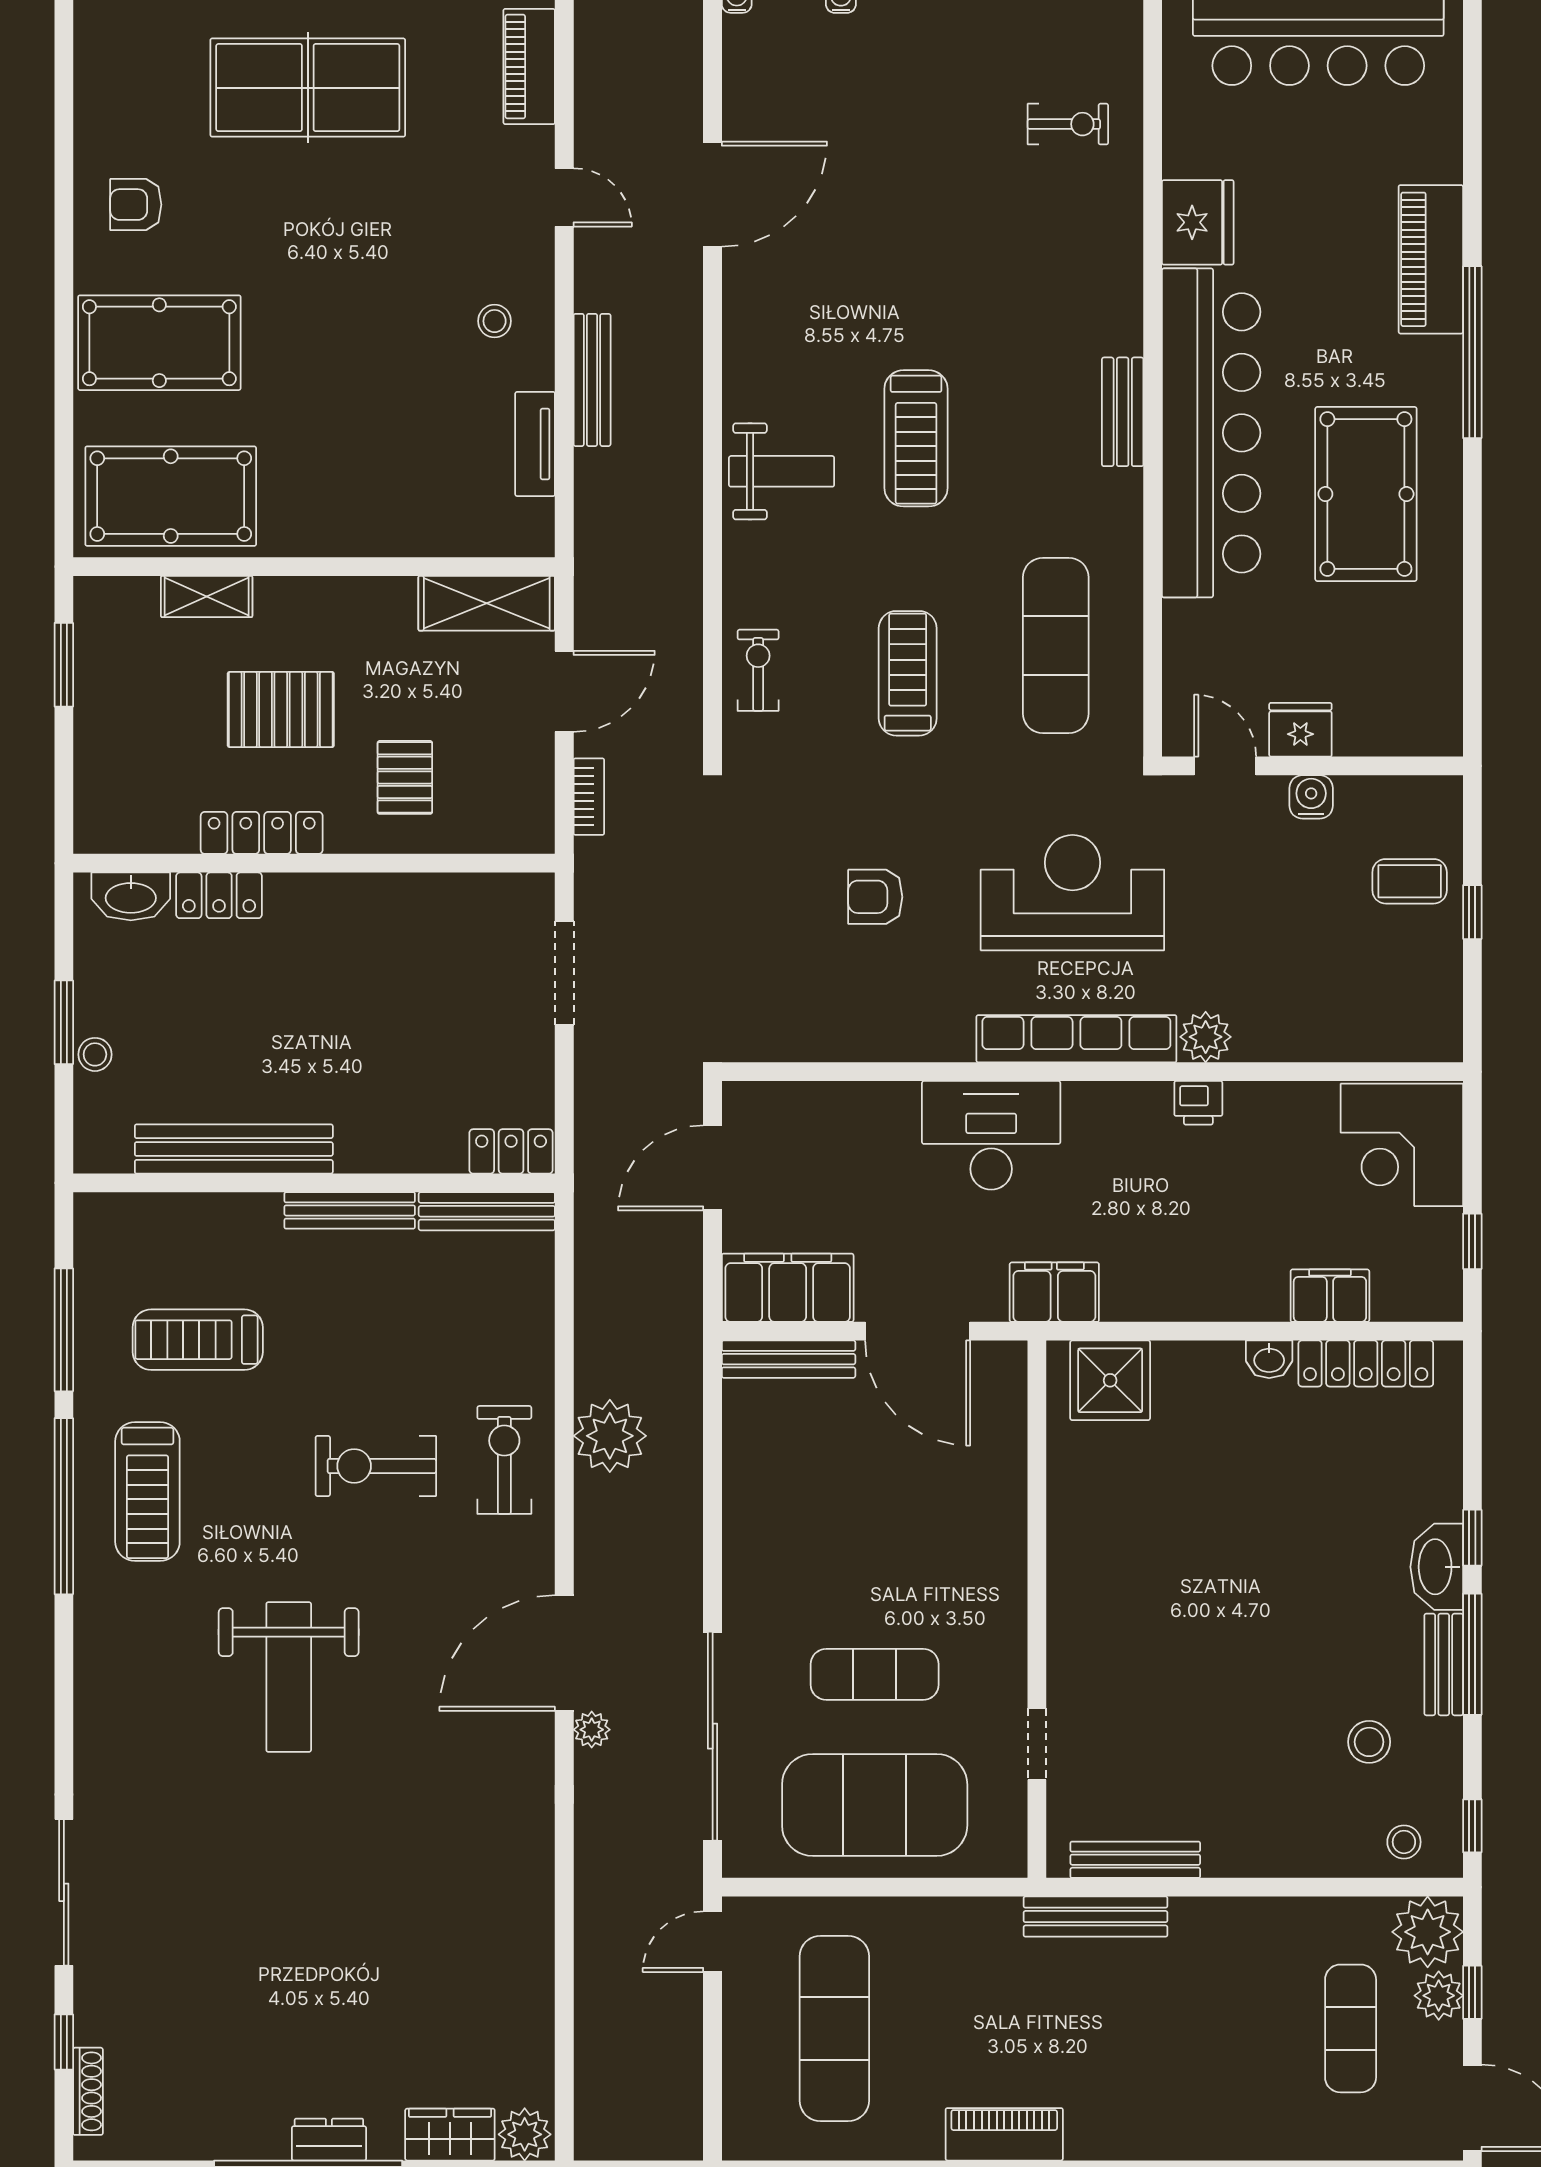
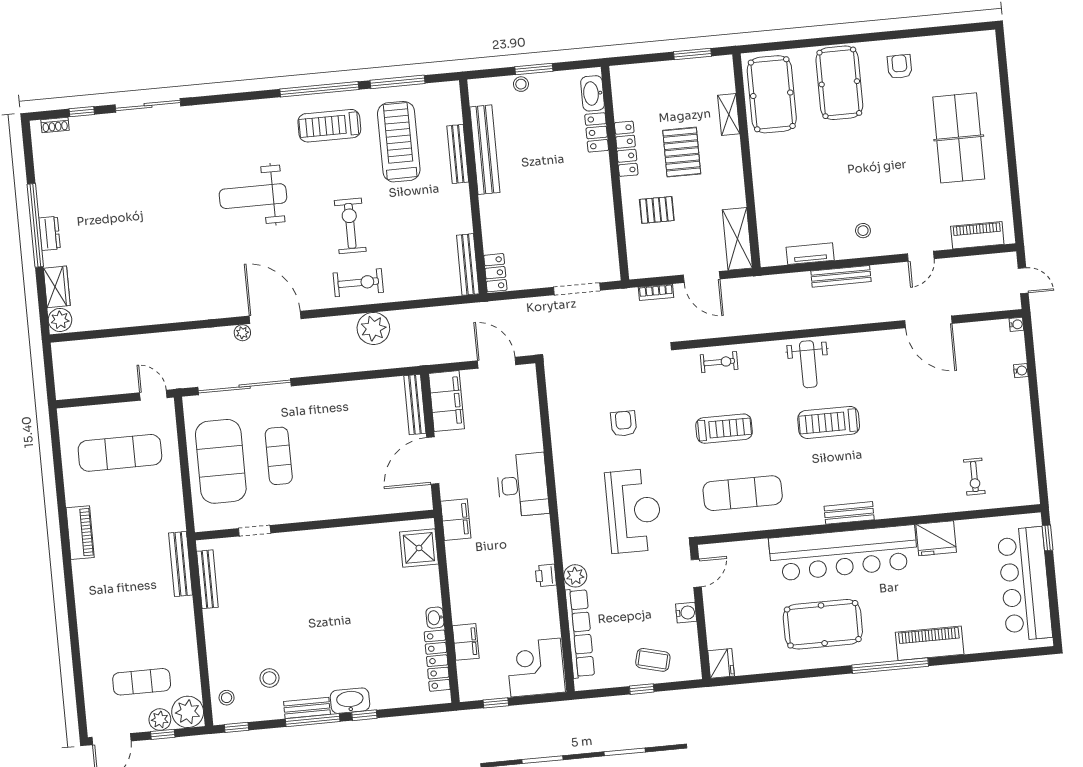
fridge: (1300, 730) -> (721, 663), moved
coffee table: (1410, 881) -> (653, 660), turned -76
row of seats: (1076, 1039) -> (580, 633), moved
bench: (350, 1210) -> (458, 154), moved
treadmill: (198, 1340) -> (399, 142), width x1.37, depth x1.38
shoe rack: (88, 2091) -> (55, 125), width x0.70

